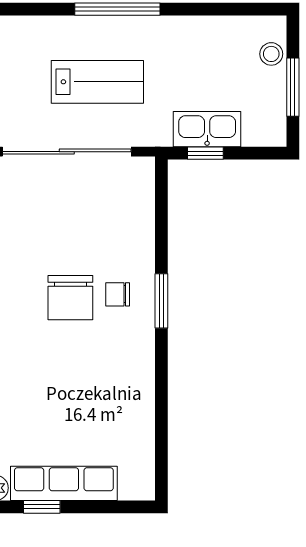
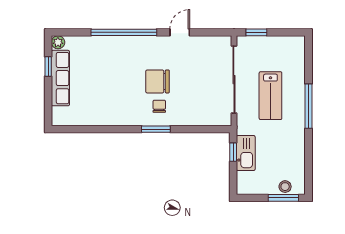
window: (293, 87) -> (283, 198), moved

